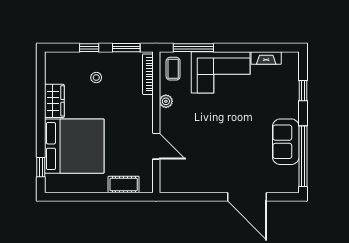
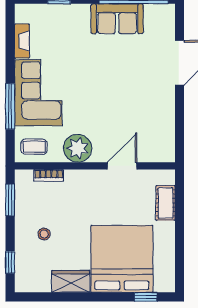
window: (89, 48) -> (10, 262), moved
window: (193, 48) -> (10, 106), moved
bookcase: (148, 74) -> (49, 175), width x0.64
plant: (166, 101) -> (78, 148), width x1.88, depth x1.88

